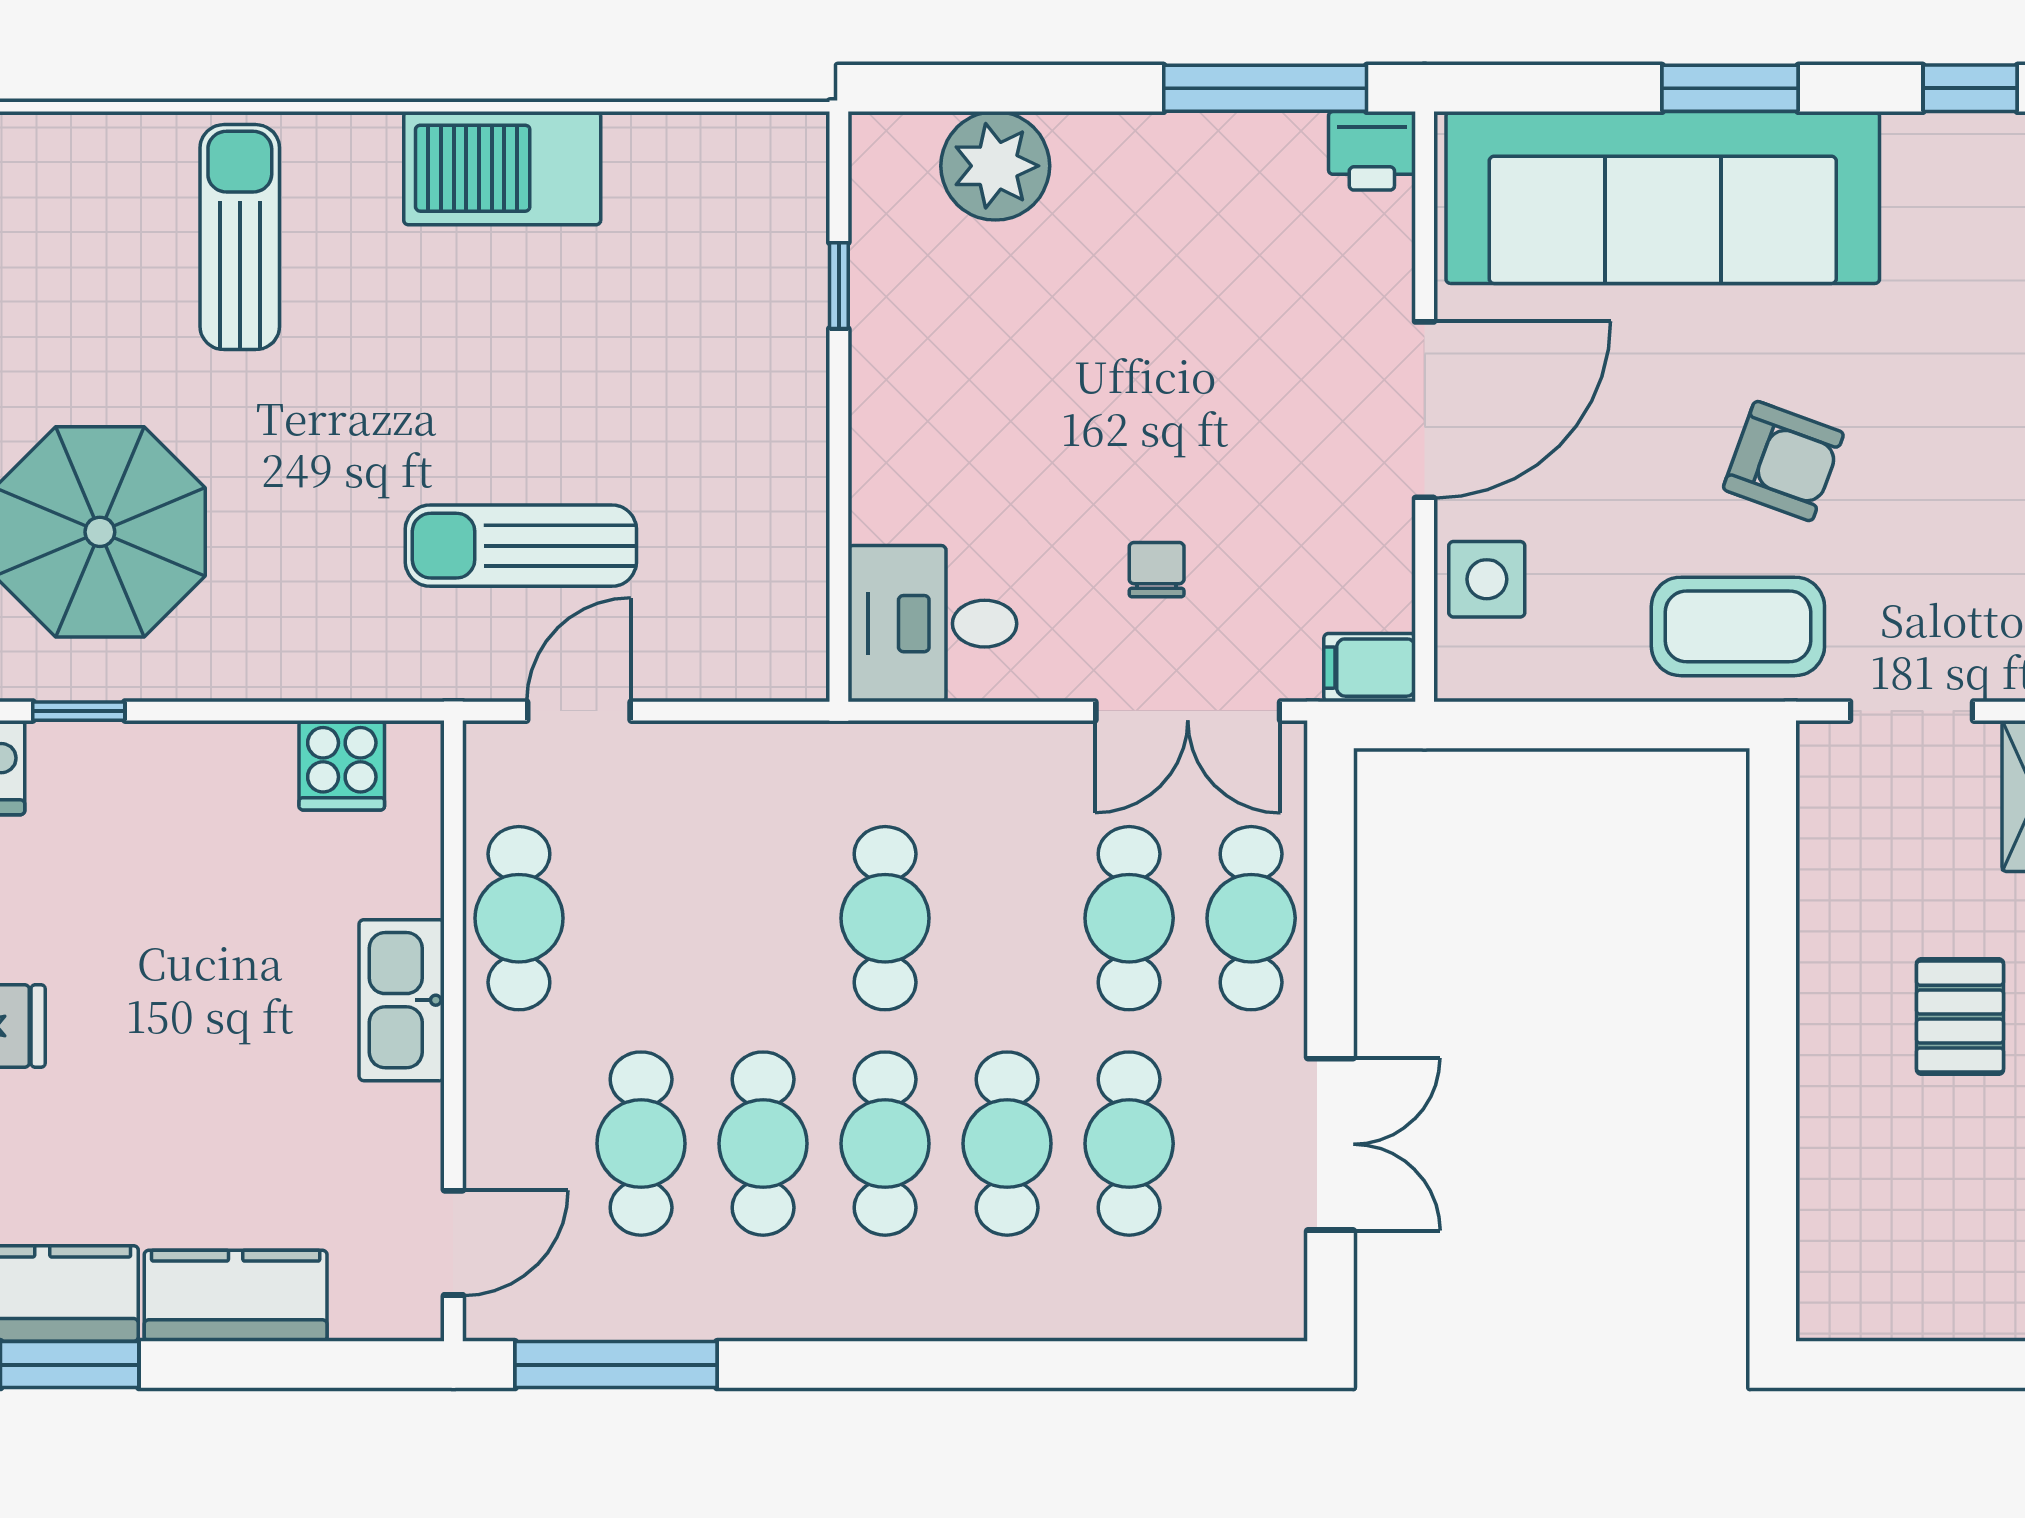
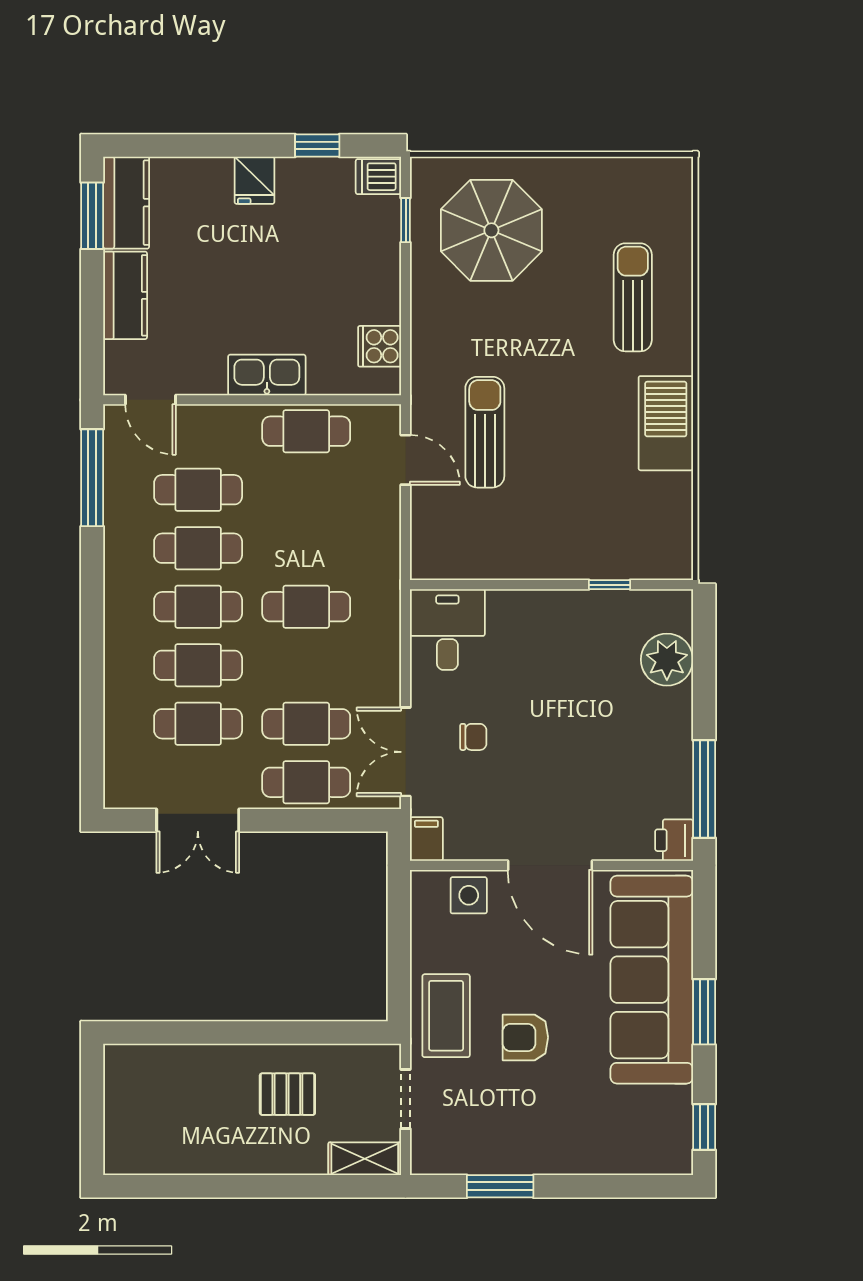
sun lounger: (240, 237) -> (633, 297), turned -90
armchair: (1783, 461) -> (525, 1037), turned 70
pallet: (1960, 1017) -> (287, 1094), moved

